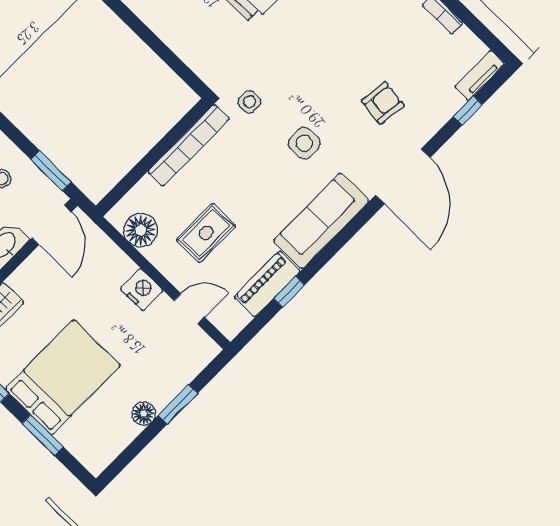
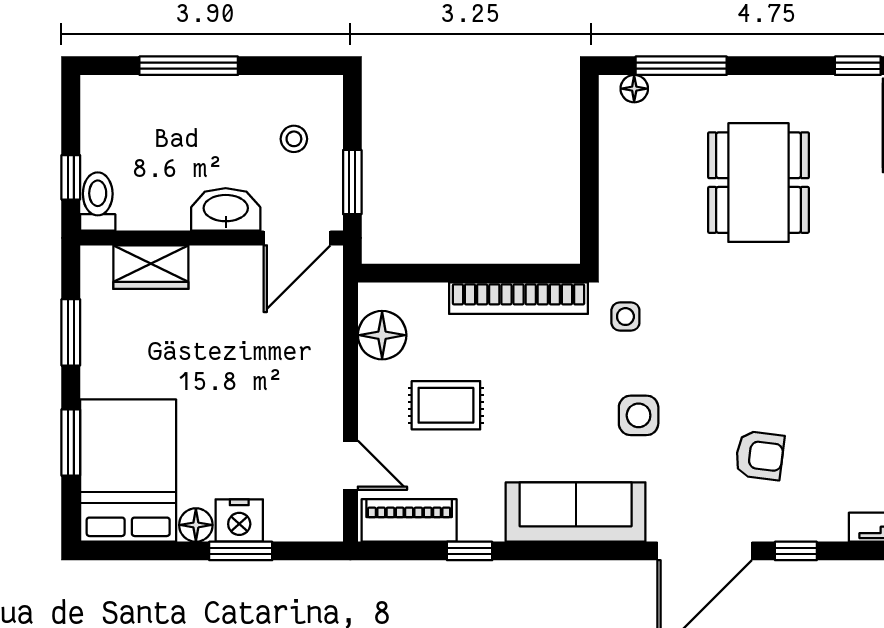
window: (468, 111) -> (796, 551), moved
piano: (267, 284) -> (409, 520), moved
nightstand: (142, 290) -> (239, 520), moved, turned 90
bed: (63, 377) -> (128, 471), moved, turned -90

